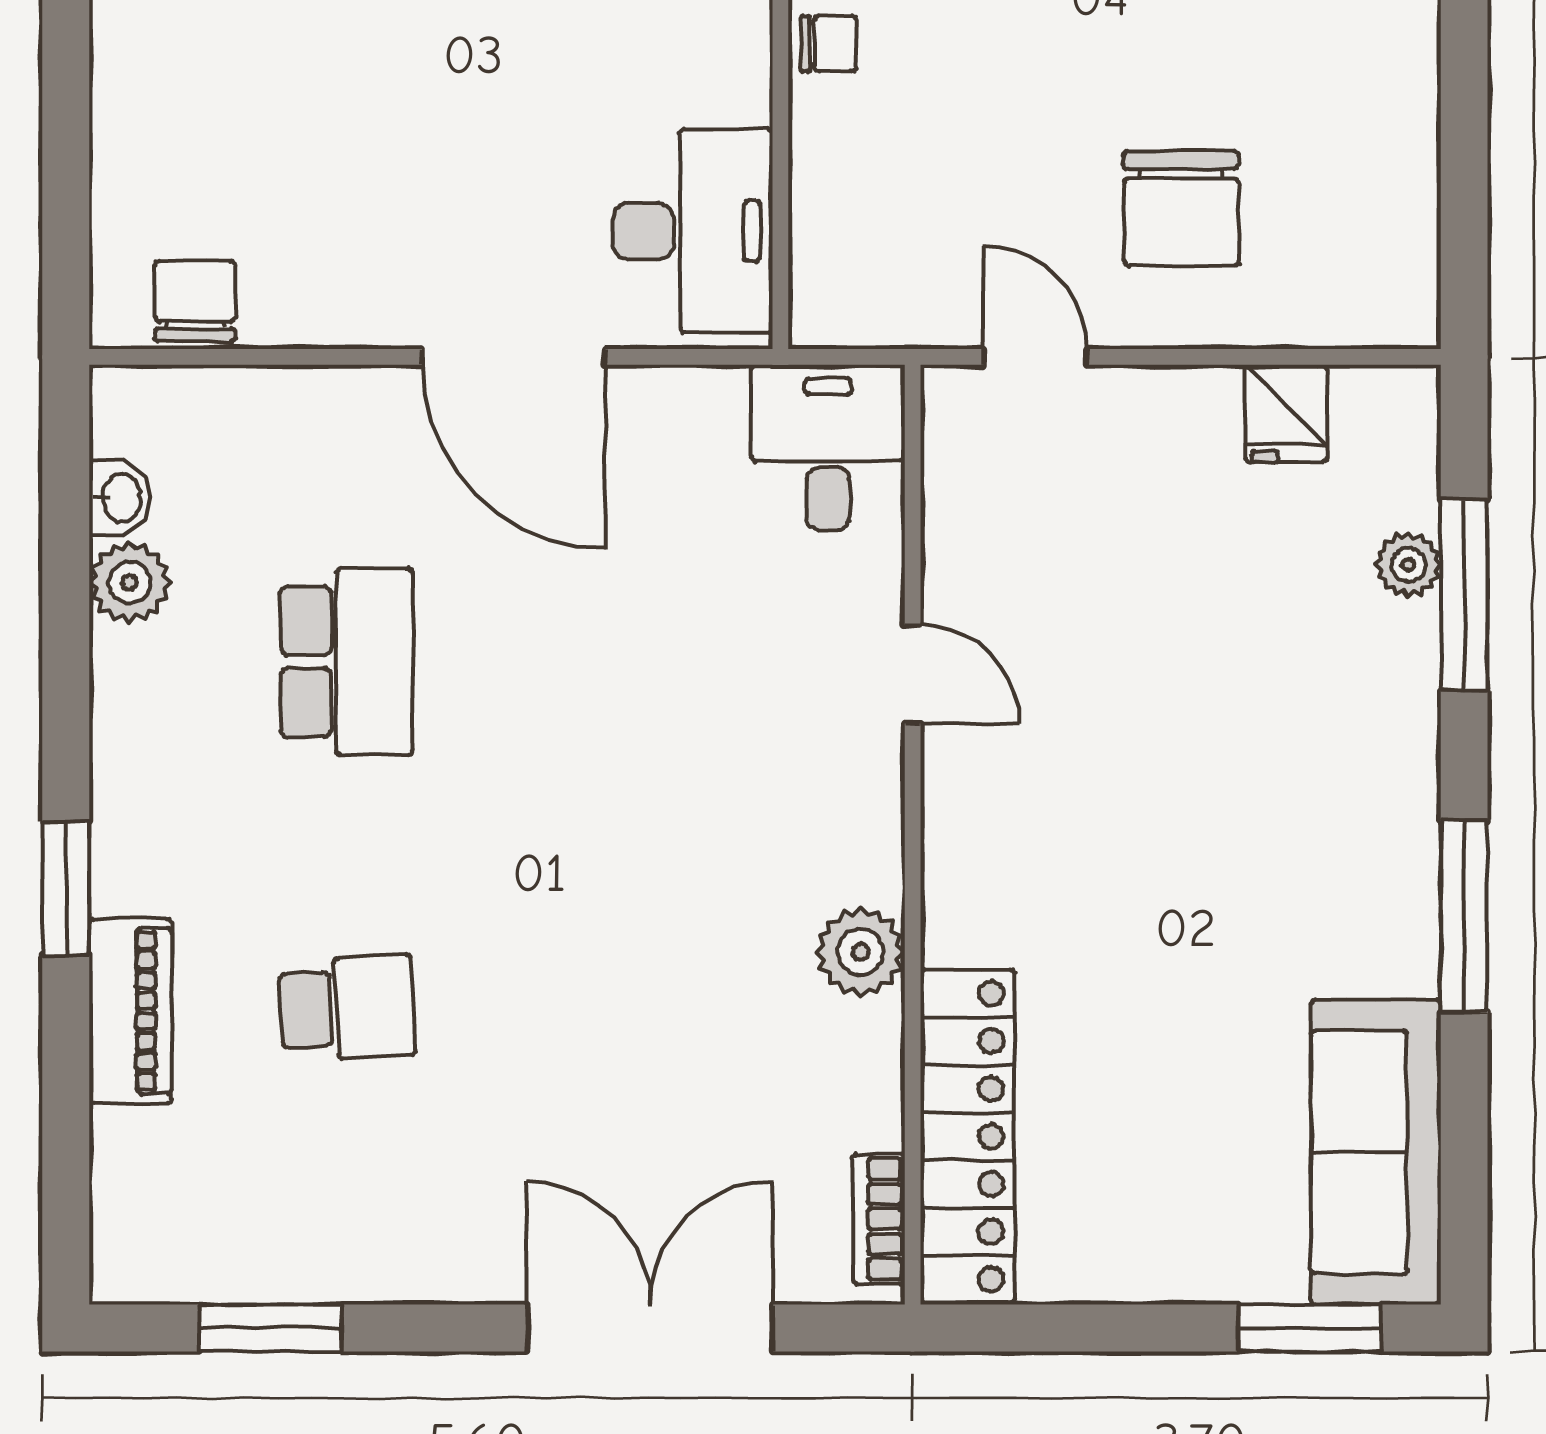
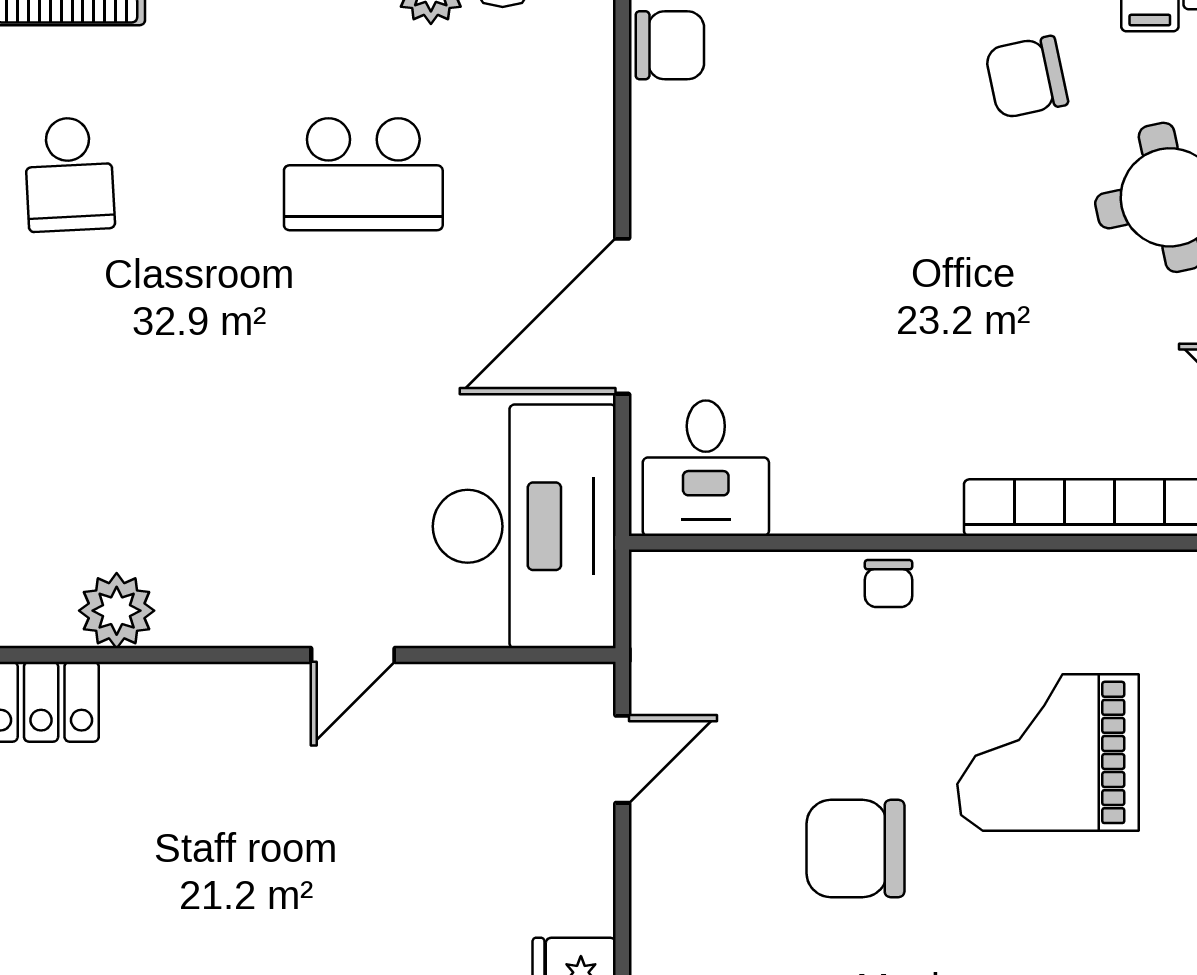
chair: (1181, 208) -> (855, 849), moved
desk: (693, 231) -> (706, 468), width x0.73
desk: (828, 447) -> (524, 526), width x1.87, depth x1.30

